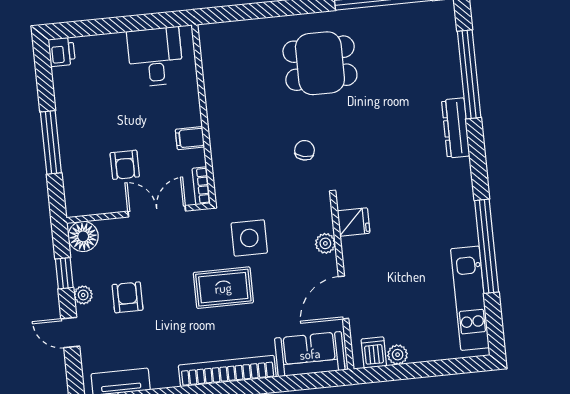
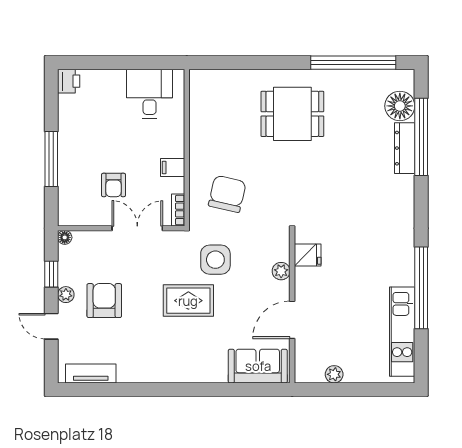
floor lamp: (441, 42) -> (400, 106), added
dresser: (456, 128) -> (405, 148), moved
chair: (305, 150) -> (227, 194), moved, width x1.87, depth x1.87
floor lamp: (83, 236) -> (65, 237), width x0.53, depth x0.53
armchair: (128, 297) -> (104, 301), width x1.38, depth x1.38
dishwasher: (374, 352) -> (314, 370), removed
bookcase: (227, 371) -> (184, 374), removed

